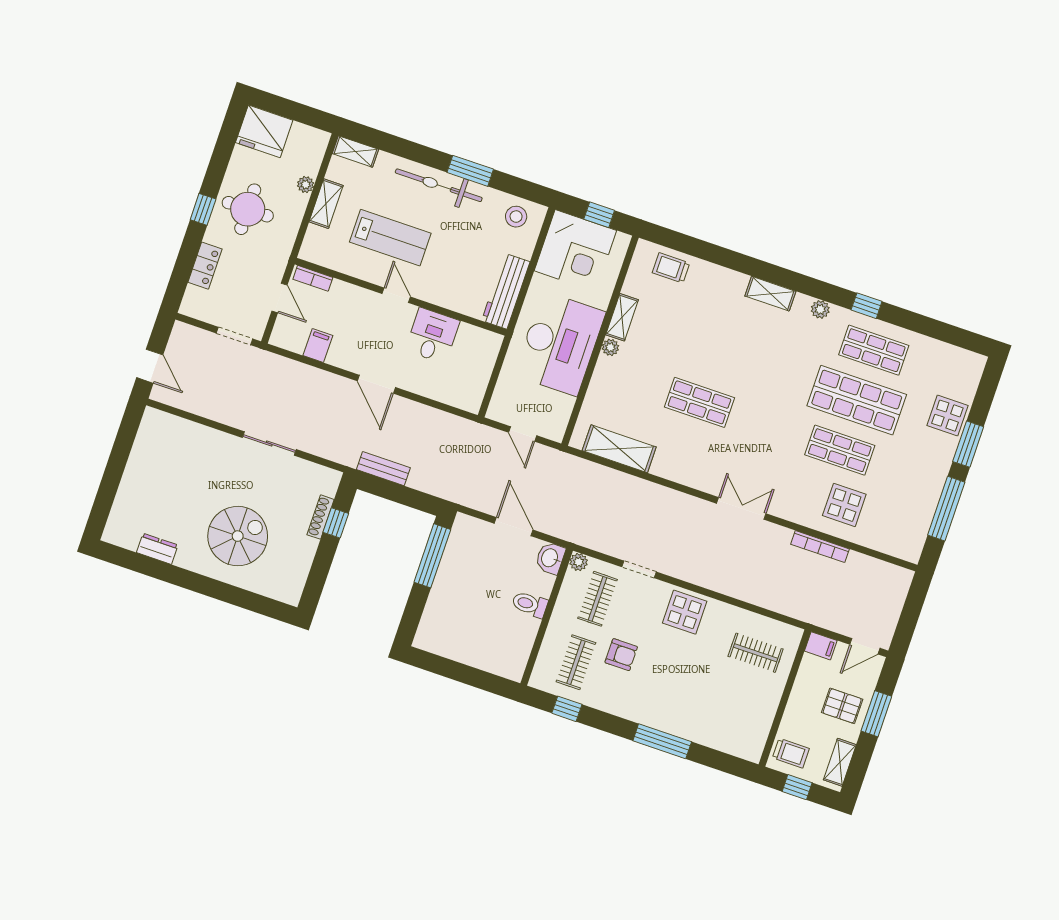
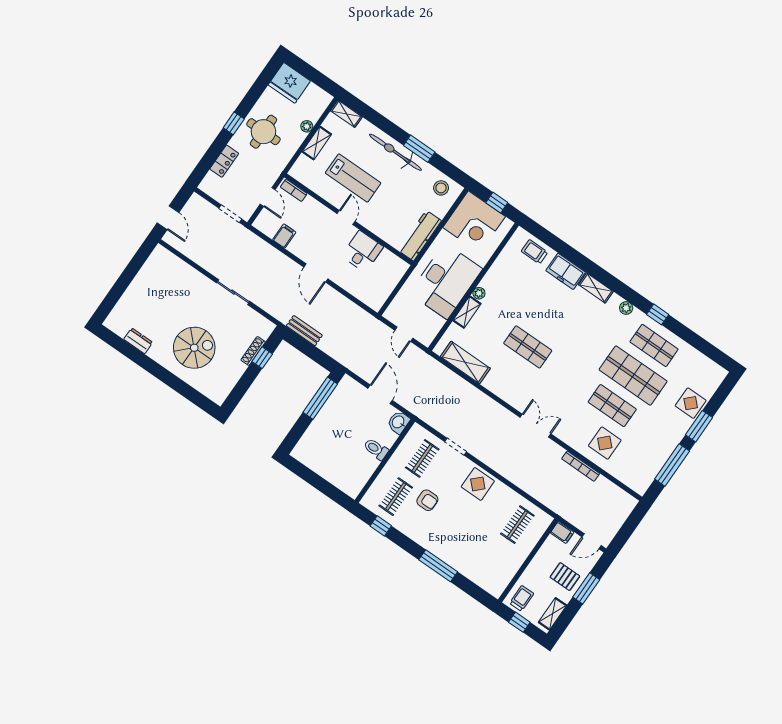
freezer: (722, 283) -> (566, 271), added
shelving: (622, 317) -> (467, 312), moved
plant: (579, 562) -> (417, 430), removed
clothes rail: (756, 653) -> (517, 525), turned 90
trolley: (791, 753) -> (522, 598), turned -90

